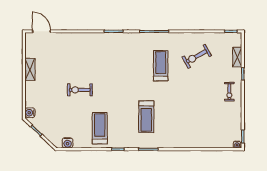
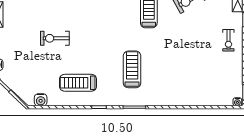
treadmill: (146, 117) -> (132, 69), turned 180
treadmill: (100, 128) -> (78, 83), turned -90

